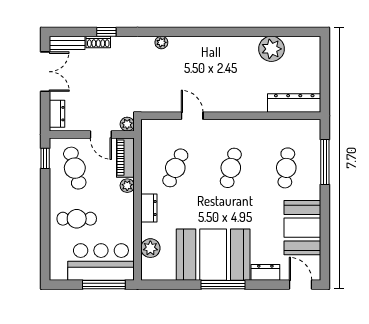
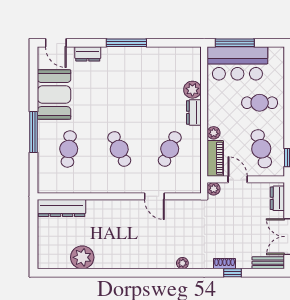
shoe rack: (98, 42) -> (225, 264), moved
window: (325, 162) -> (34, 132), moved
cafe table: (231, 168) -> (119, 149), turned -39
plant: (150, 248) -> (192, 90), moved
booth: (213, 255) -> (135, 70), removed

